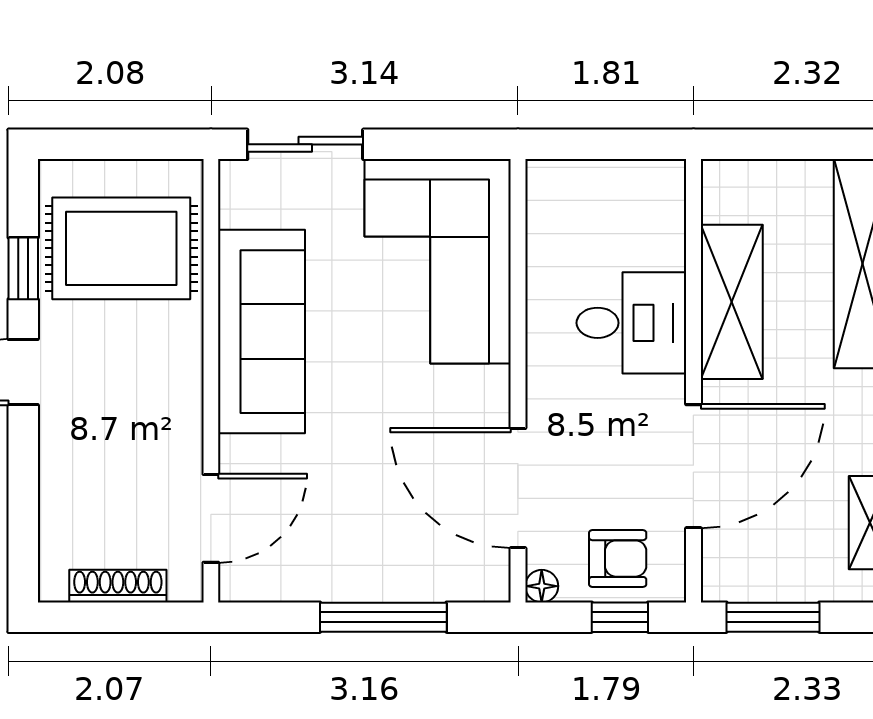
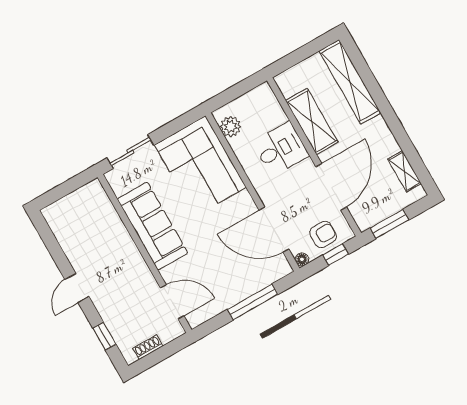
plant: (551, 213) -> (231, 126), added
rug: (121, 248) -> (87, 225), removed
window: (23, 268) -> (104, 336), moved
door: (211, 518) -> (172, 302), hinge flipped
shoe rack: (118, 586) -> (148, 347), width x0.70

